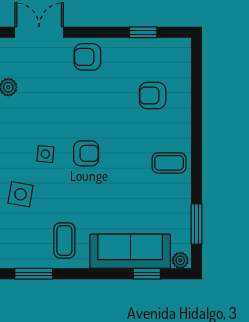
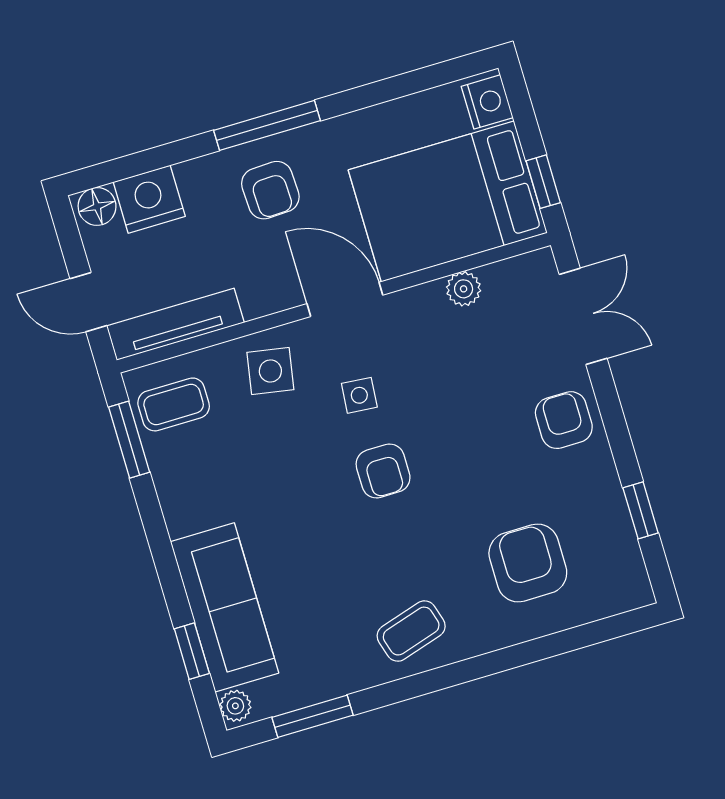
armchair: (153, 96) -> (528, 563), width x1.38, depth x1.38
coffee table: (169, 163) -> (411, 631), turned 73
coffee table: (64, 241) -> (174, 404), moved

